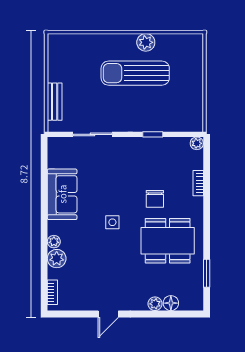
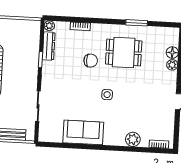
dresser: (171, 144) -> (49, 46), added
dining table: (168, 241) -> (124, 52), width x0.73
plant: (54, 242) -> (120, 141), removed
window: (207, 273) -> (137, 23), moved

